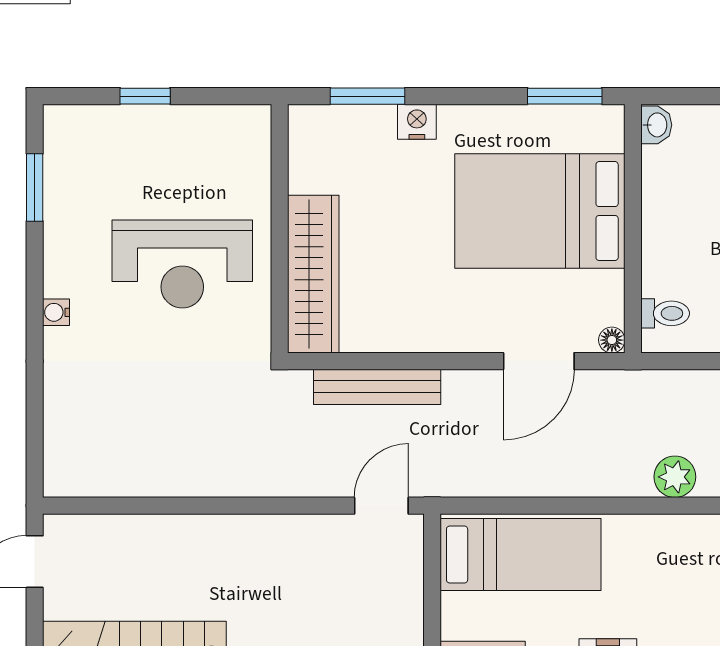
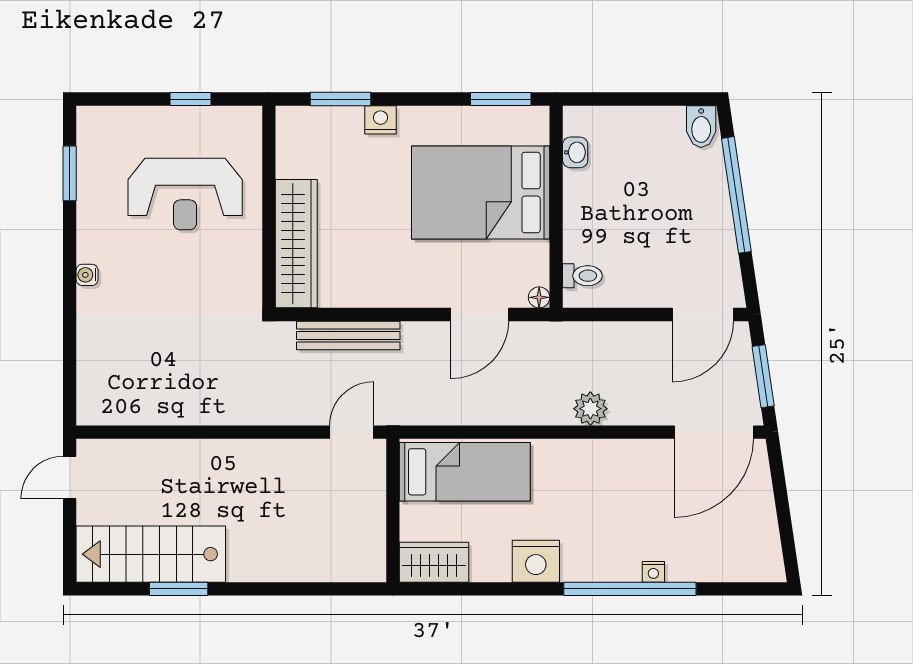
window: (145, 96) -> (191, 99), moved
washbasin: (656, 125) -> (575, 152), moved
reception desk: (182, 264) -> (185, 194), moved

